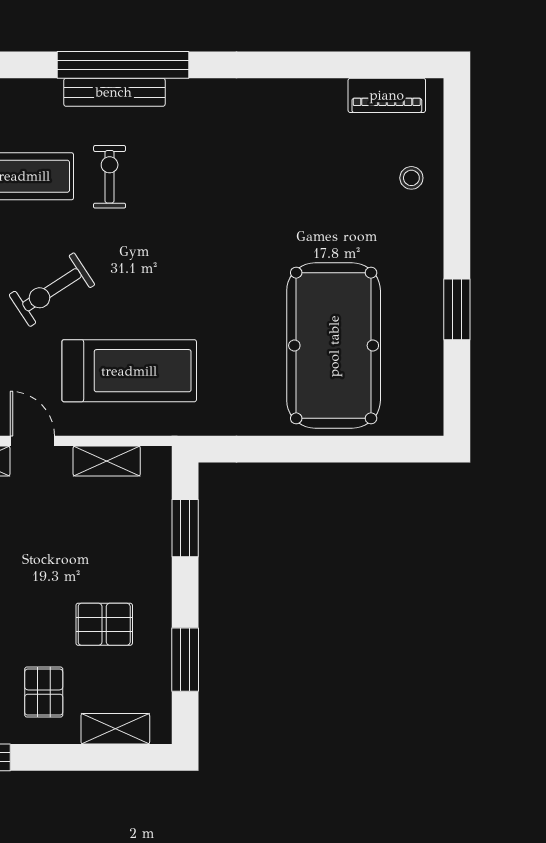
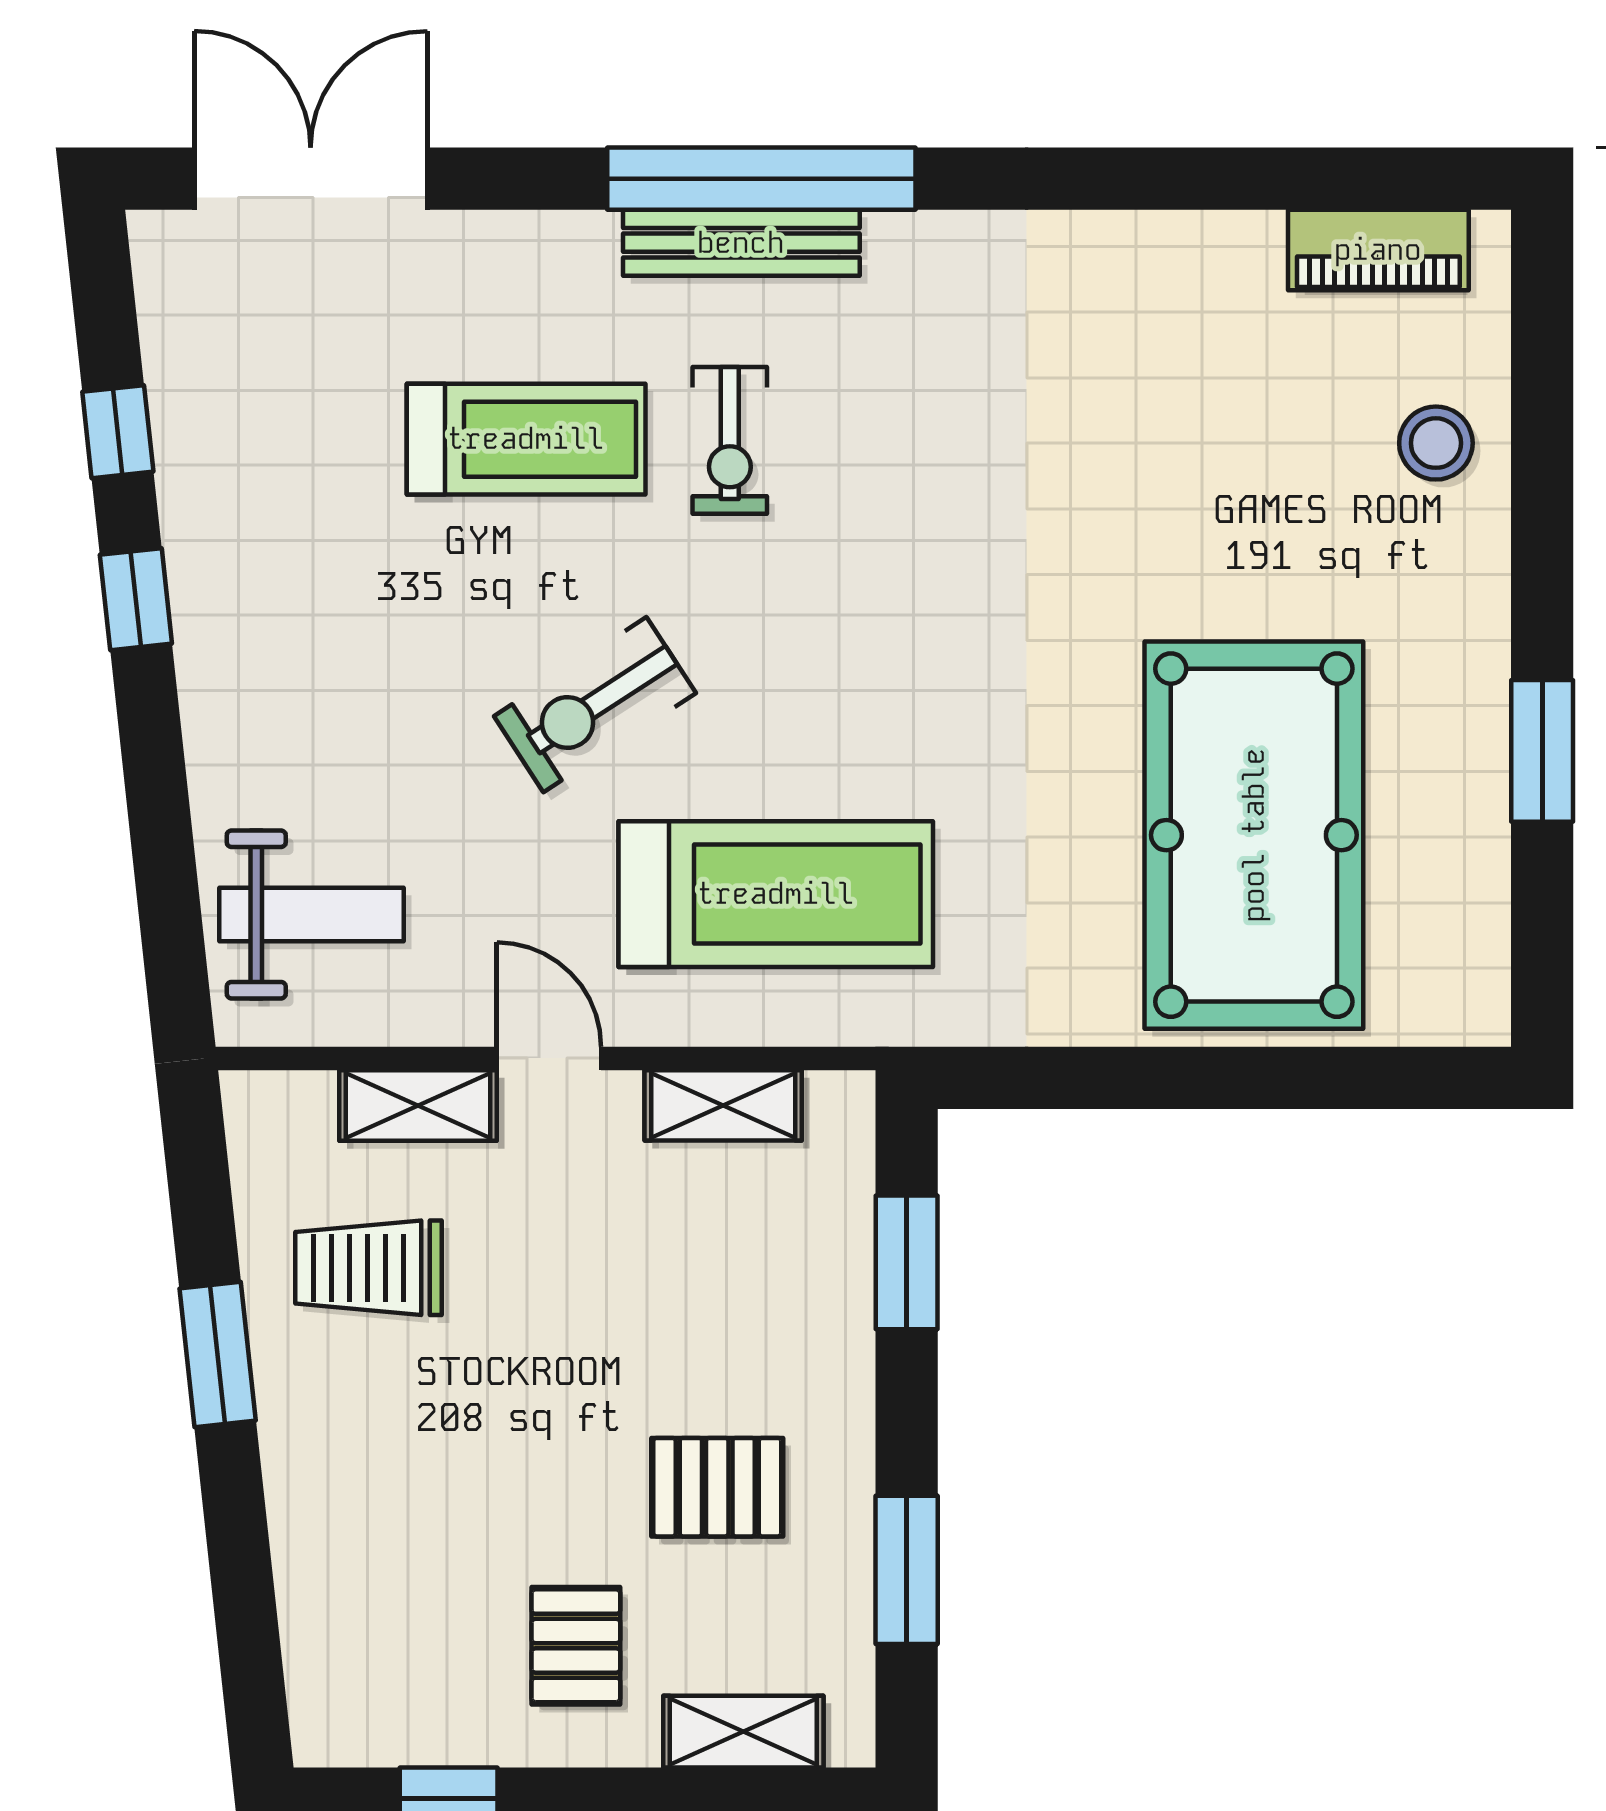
exercise bike: (110, 177) -> (730, 440), turned 180
stool: (411, 178) -> (1436, 443), width x1.37, depth x1.37

